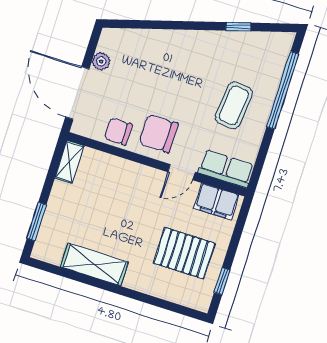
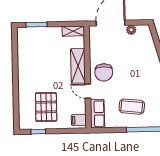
chair: (118, 132) -> (98, 51), removed
chair: (158, 134) -> (104, 72), turned 180
filing cabinet: (216, 202) -> (79, 120), width x0.50
shelving: (94, 264) -> (78, 66), moved

